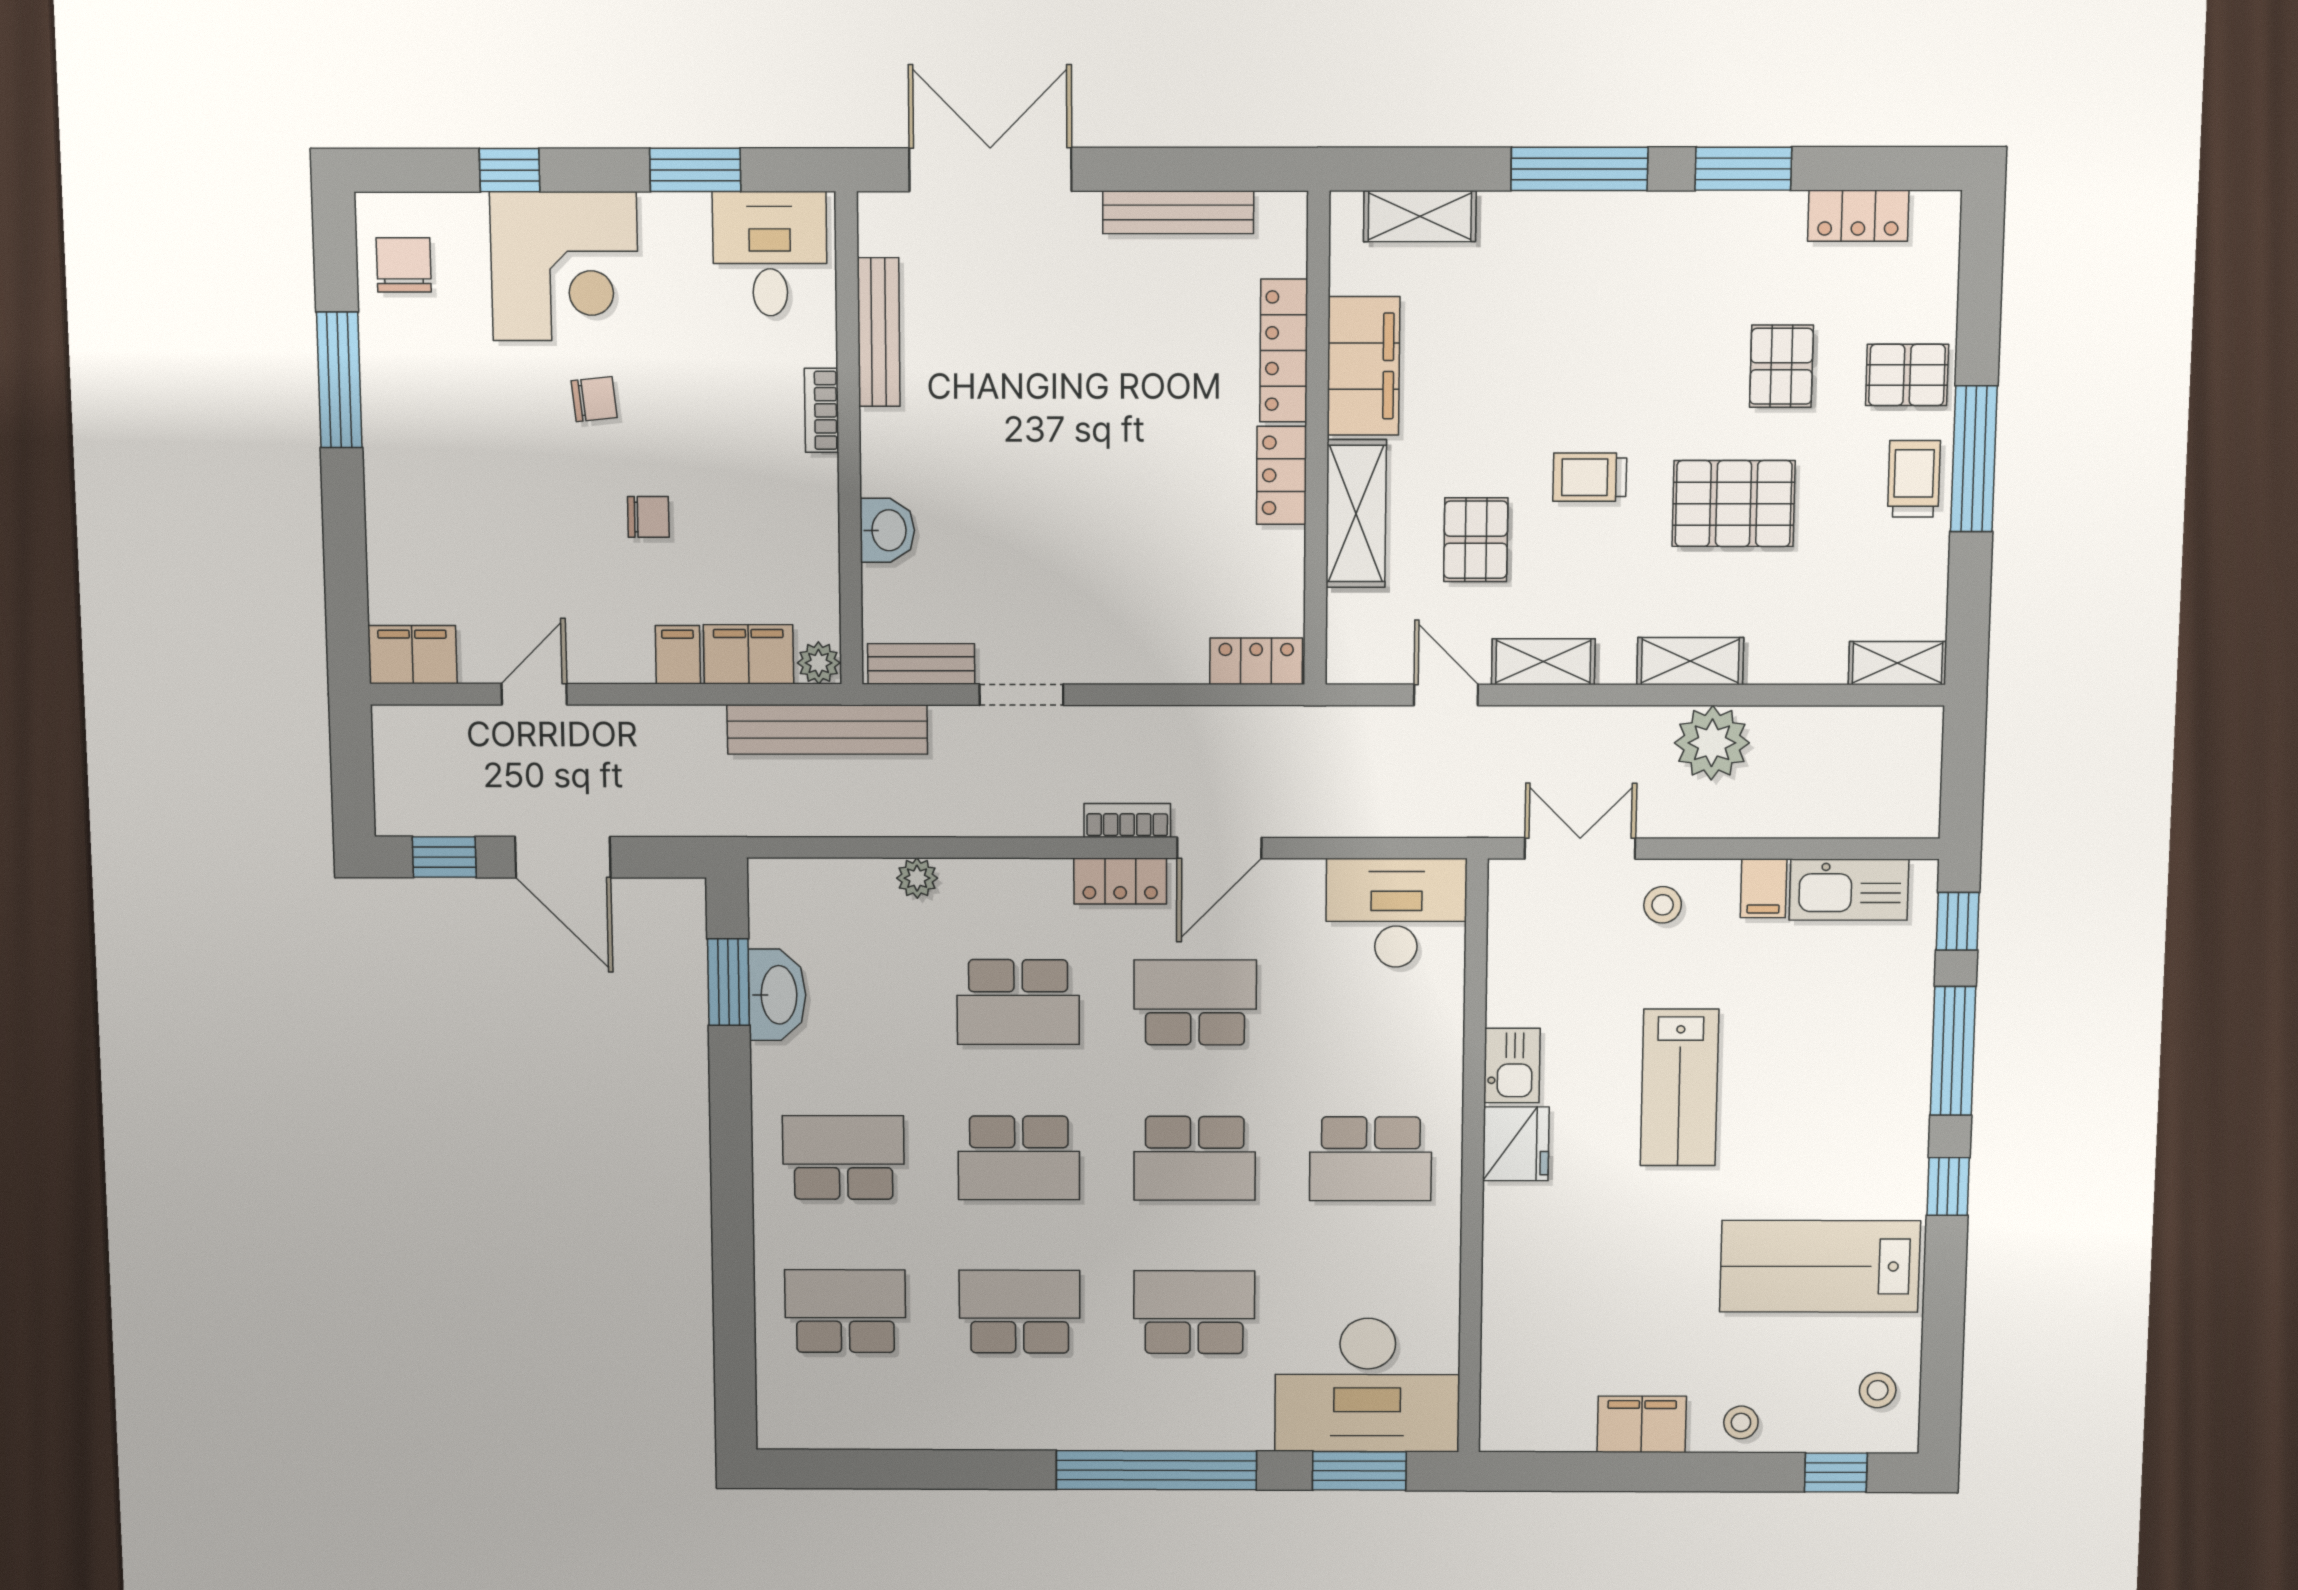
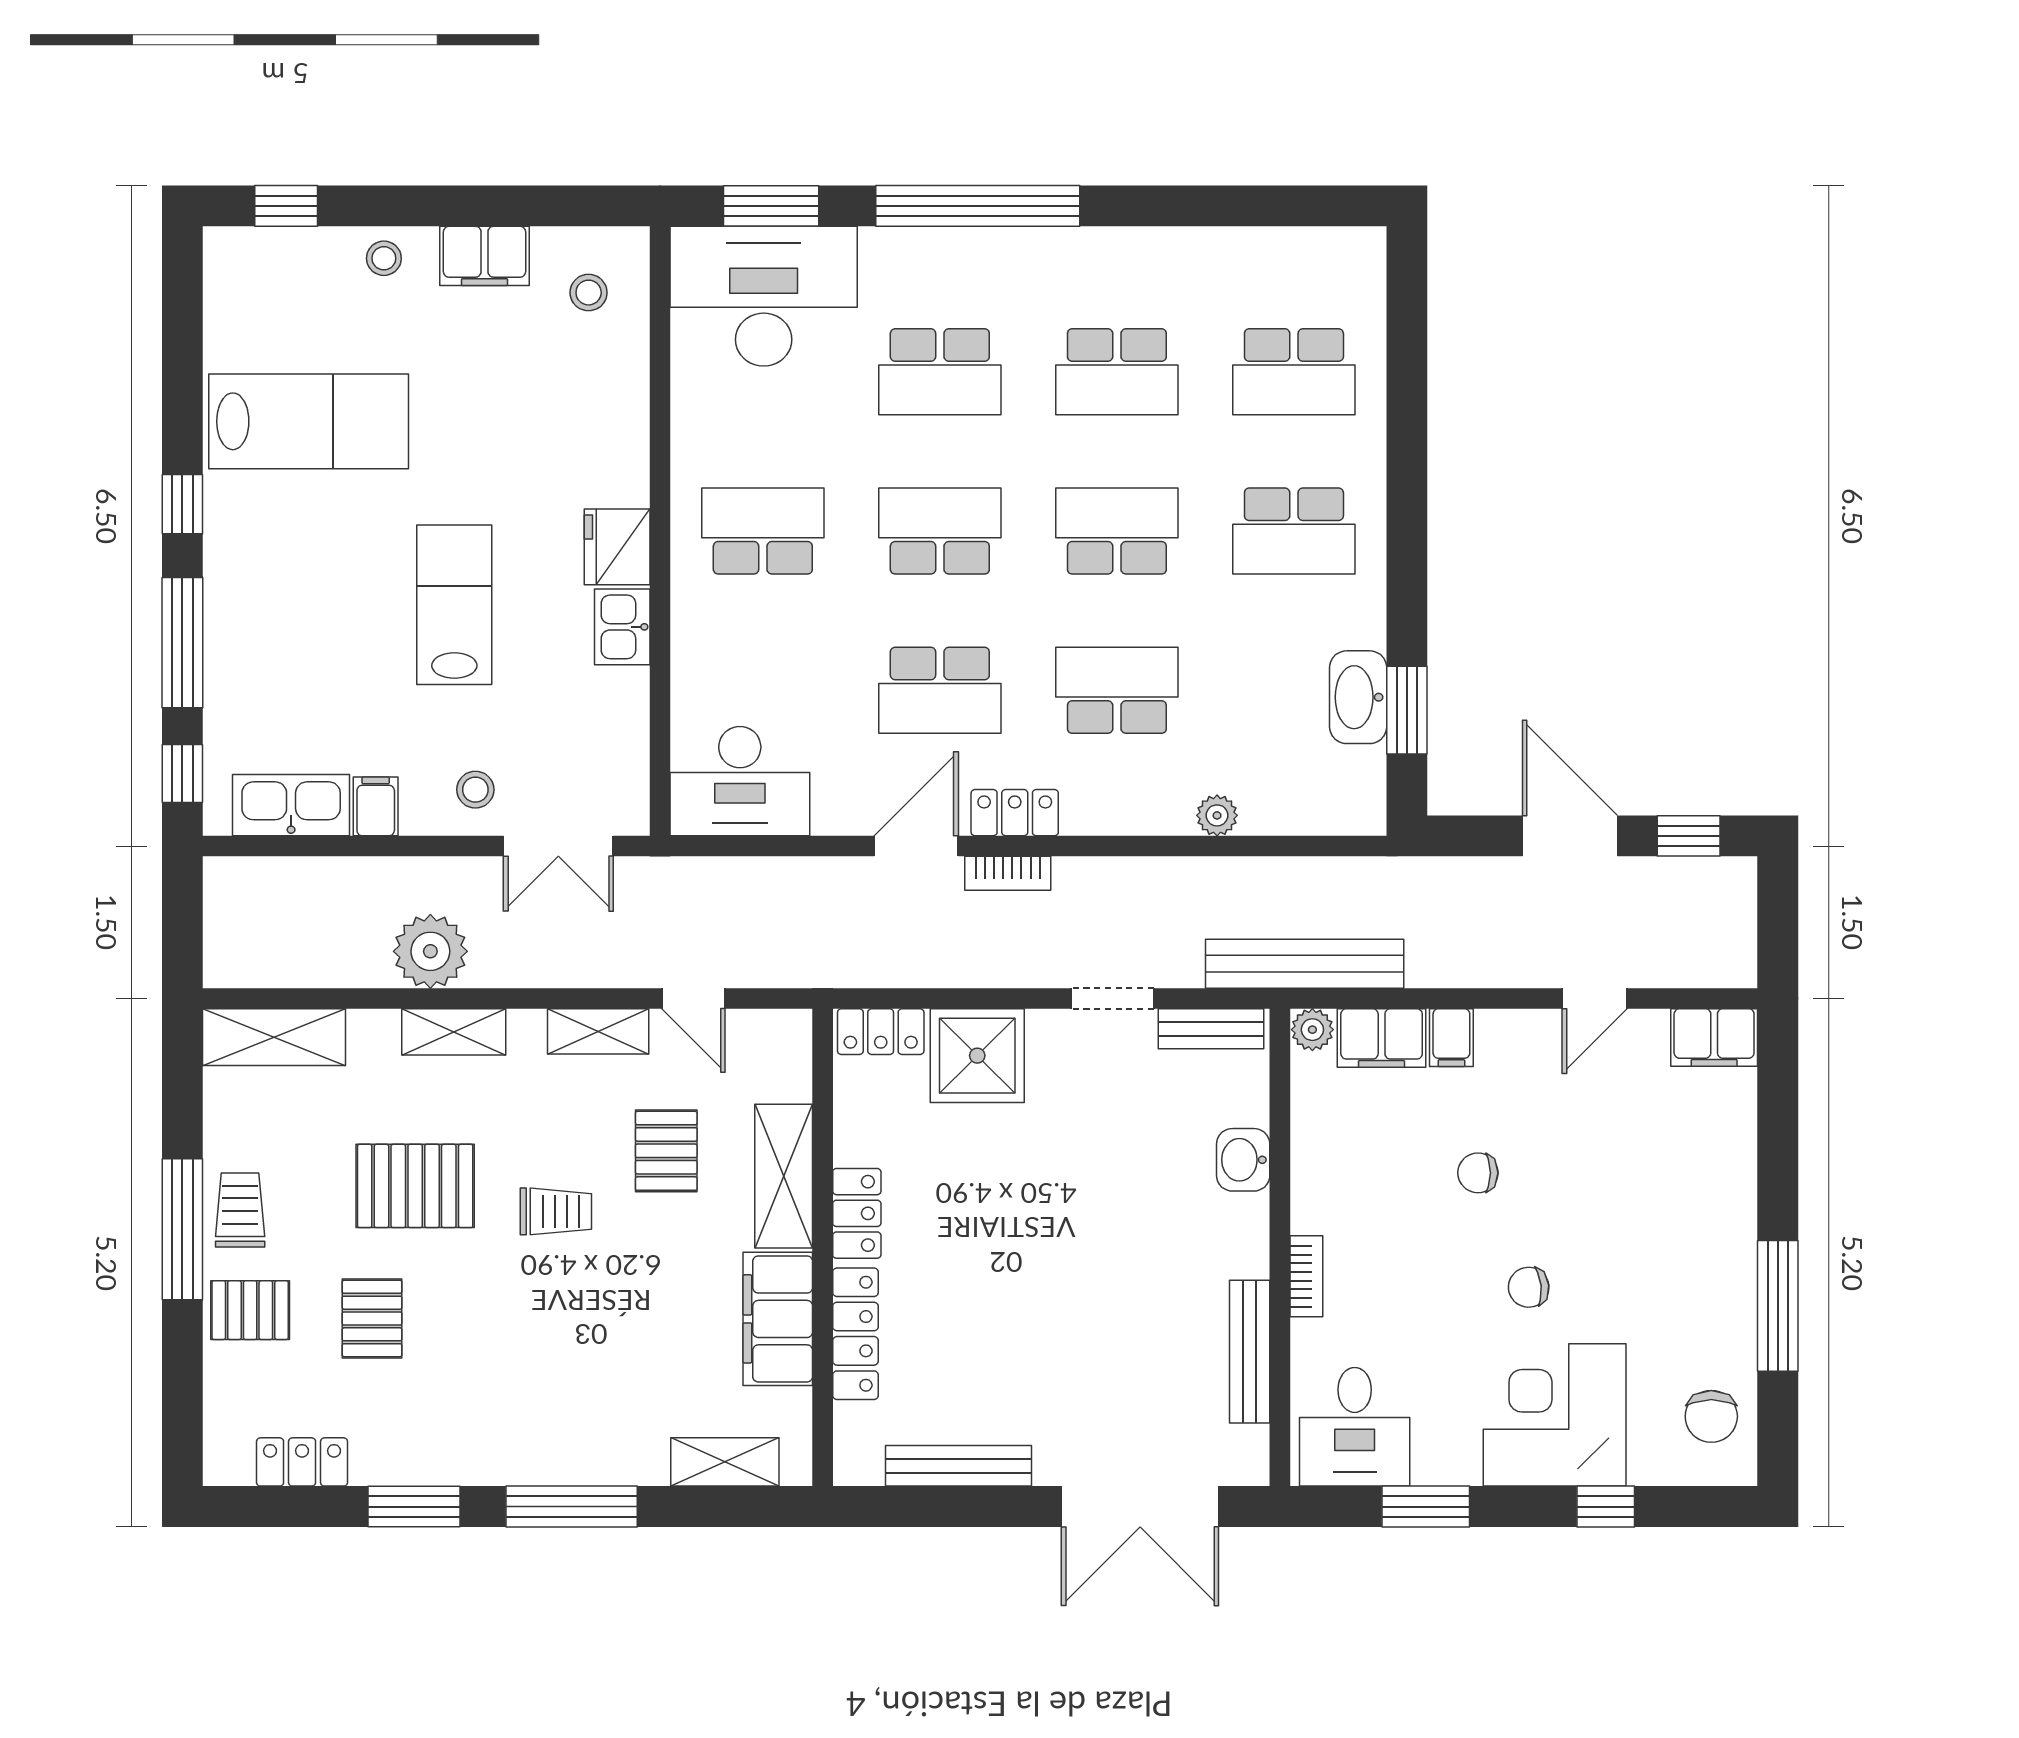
trolley: (1914, 479) -> (240, 1210), turned 180
shower: (1158, 637) -> (977, 1056), added
shelving: (1897, 663) -> (274, 1037), width x1.50, depth x1.33
stool: (1878, 1390) -> (589, 293), moved

